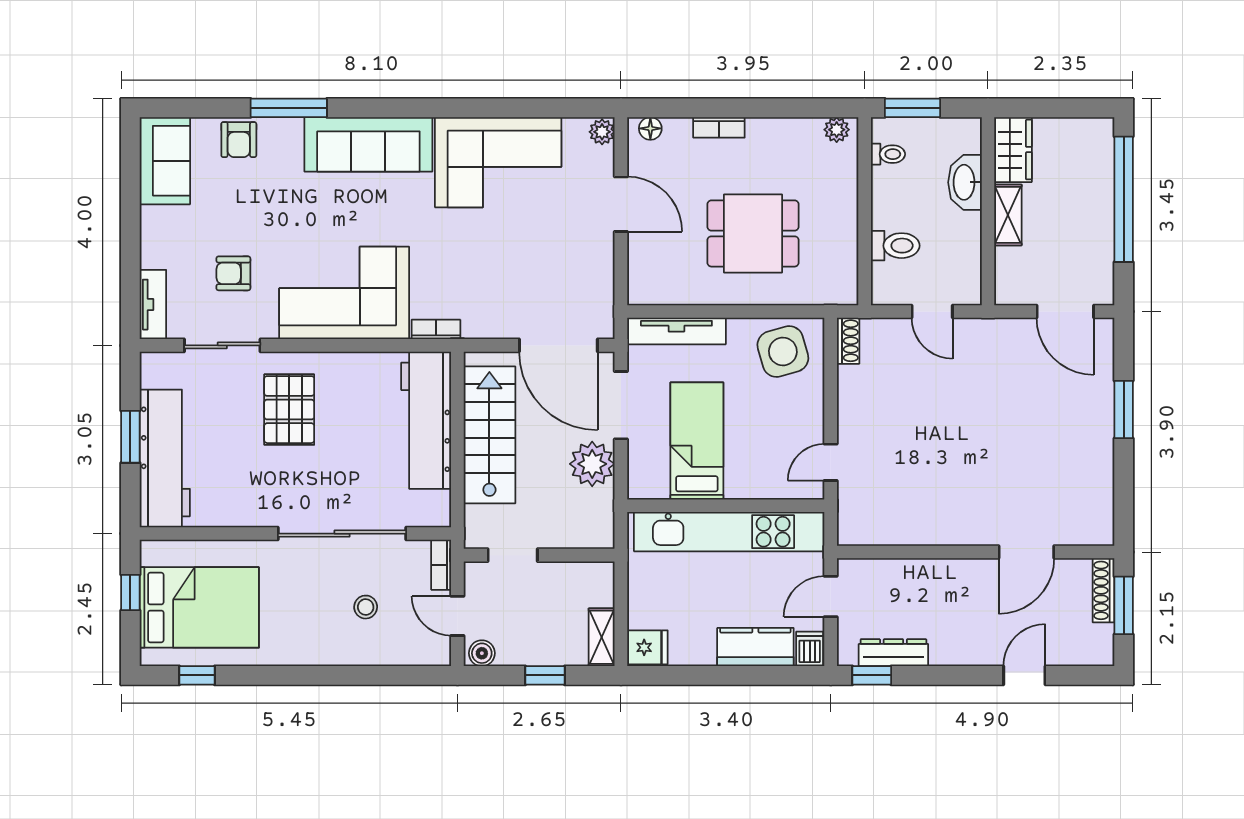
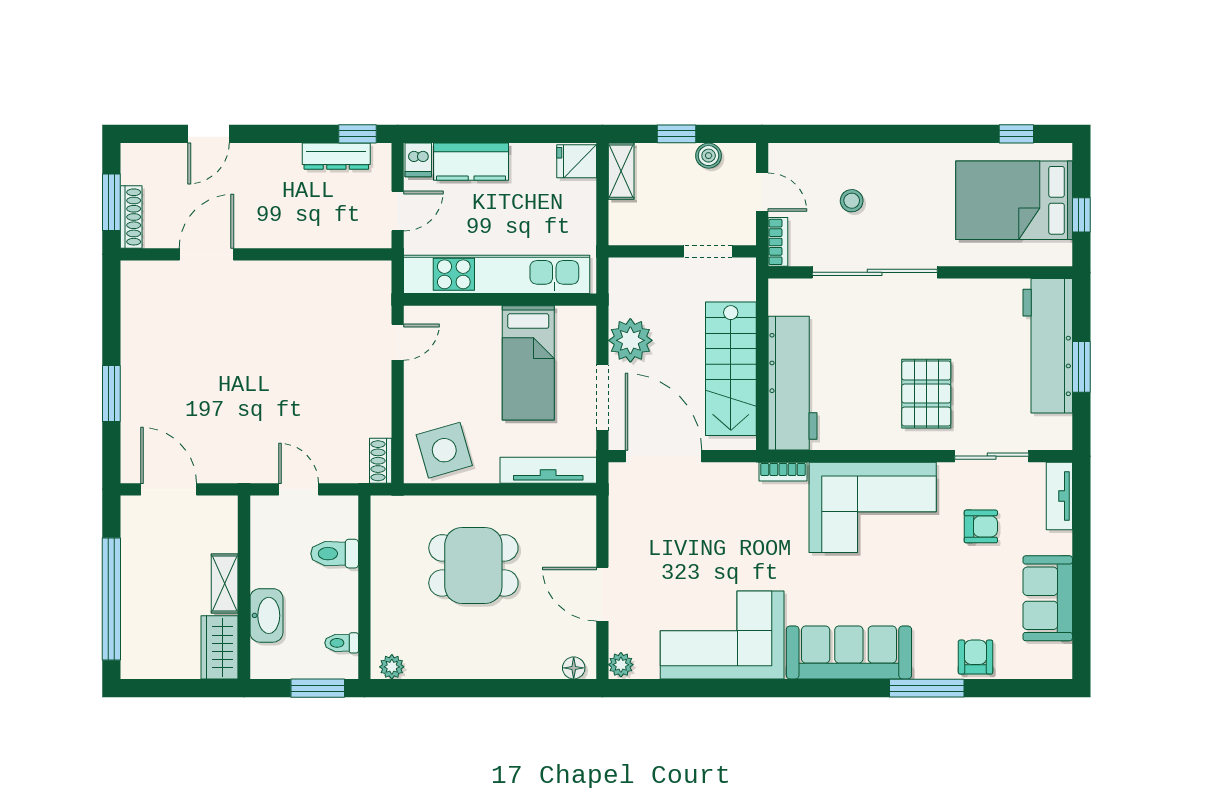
bookcase: (719, 127) -> (507, 669), removed
sofa: (165, 161) -> (1048, 598), moved
boiler: (482, 653) -> (709, 156), moved

